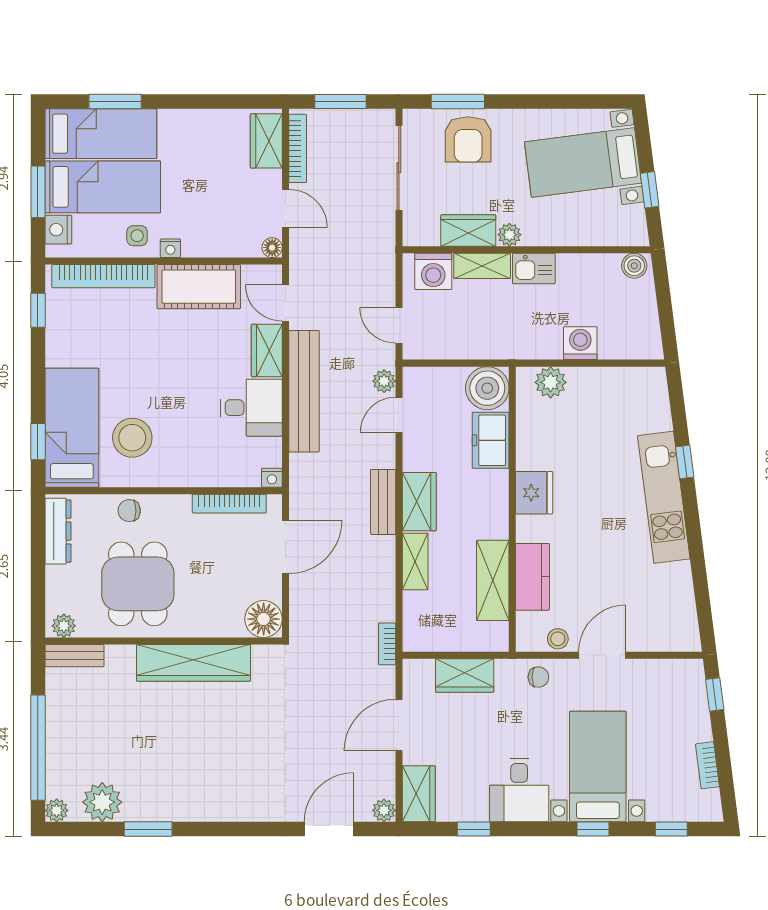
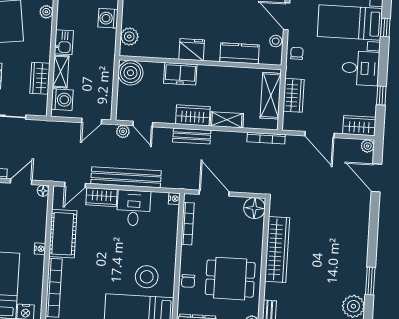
plant: (509, 235) -> (46, 12), moved
side table: (137, 236) -> (32, 267), removed
freezer: (491, 440) -> (180, 74), moved
shelving: (493, 580) -> (271, 96), moved, turned 90
bookcase: (387, 644) -> (266, 138), width x1.56

